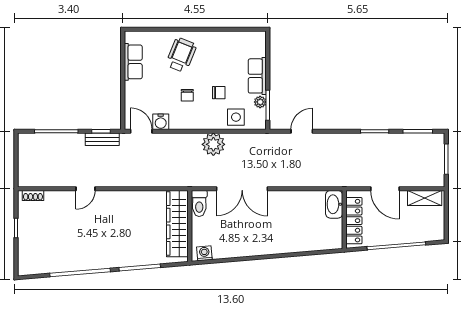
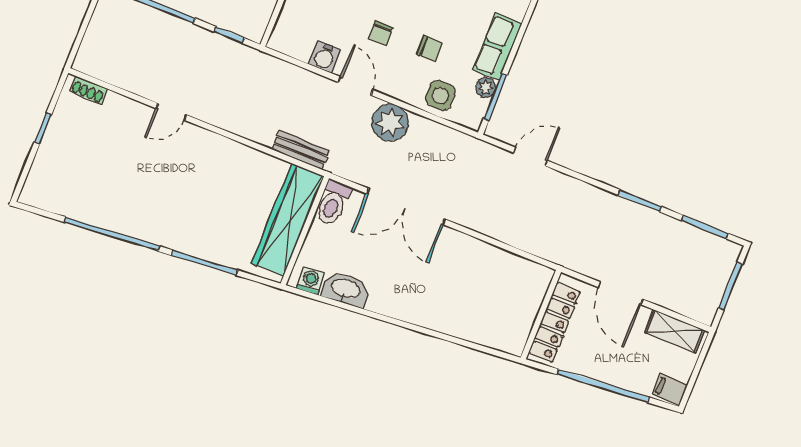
door: (141, 131) -> (355, 86), moved
bench: (102, 139) -> (301, 150), moved
washbasin: (334, 204) -> (346, 289), moved, turned 85
filing cabinet: (436, 232) -> (670, 389), added

